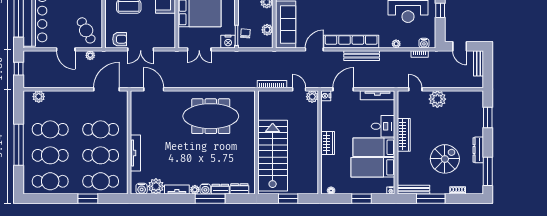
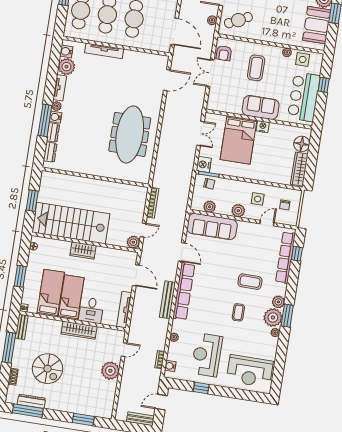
double door: (199, 49) -> (200, 134), swing flipped
nightstand: (326, 96) -> (132, 256), removed
dresser: (478, 150) -> (31, 401), moved
stairs: (273, 156) -> (71, 223), moved, turned 180
bench: (413, 190) -> (22, 327), width x0.73

